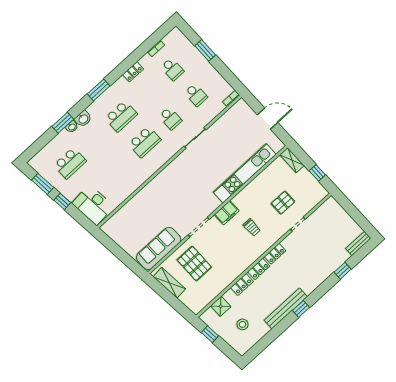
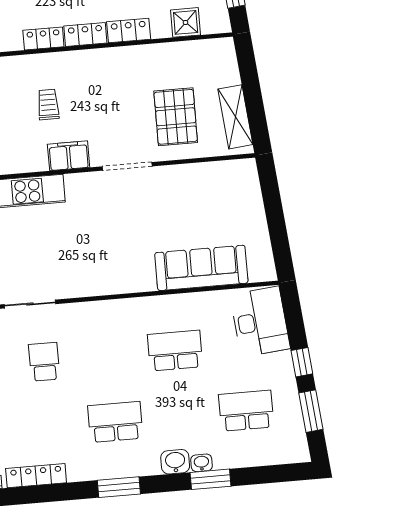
locker: (133, 72) -> (36, 476), width x1.53
school desk: (145, 142) -> (175, 351), moved
sofa: (159, 248) -> (201, 268), moved, turned 180

